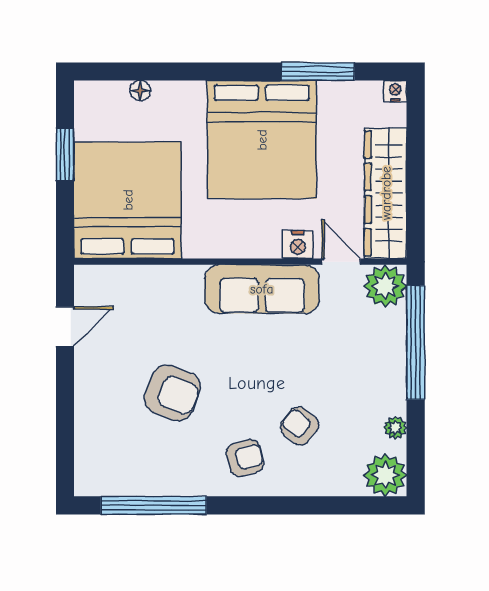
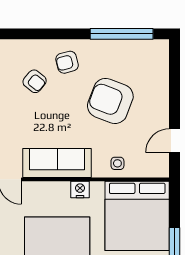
nightstand: (298, 245) -> (80, 189), moved
side table: (161, 288) -> (117, 163), added
armchair: (173, 393) -> (110, 101), width x1.36, depth x1.36

